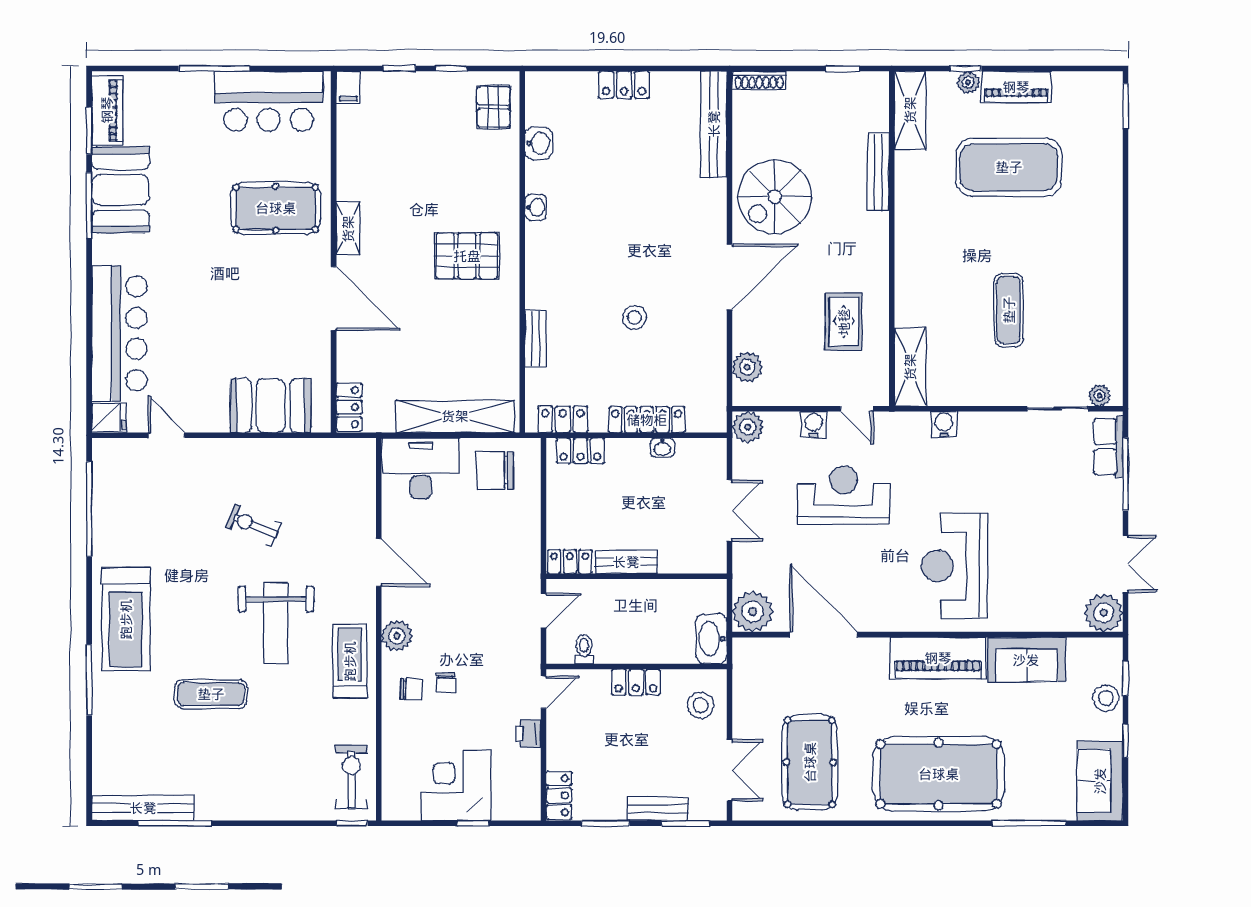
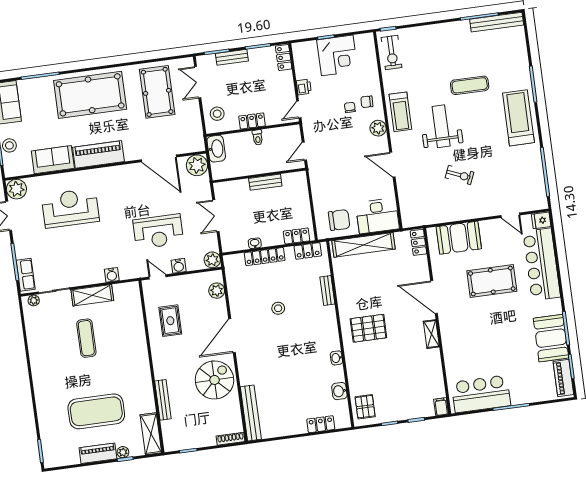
locker: (624, 85) -> (321, 424), moved
pool table: (276, 208) -> (492, 281), moved
shelving: (910, 367) -> (92, 295), moved, turned 90
locker: (570, 562) -> (294, 178), removed
reception desk: (954, 566) -> (70, 208), moved, turned -90
toilet: (584, 649) -> (258, 137), moved

